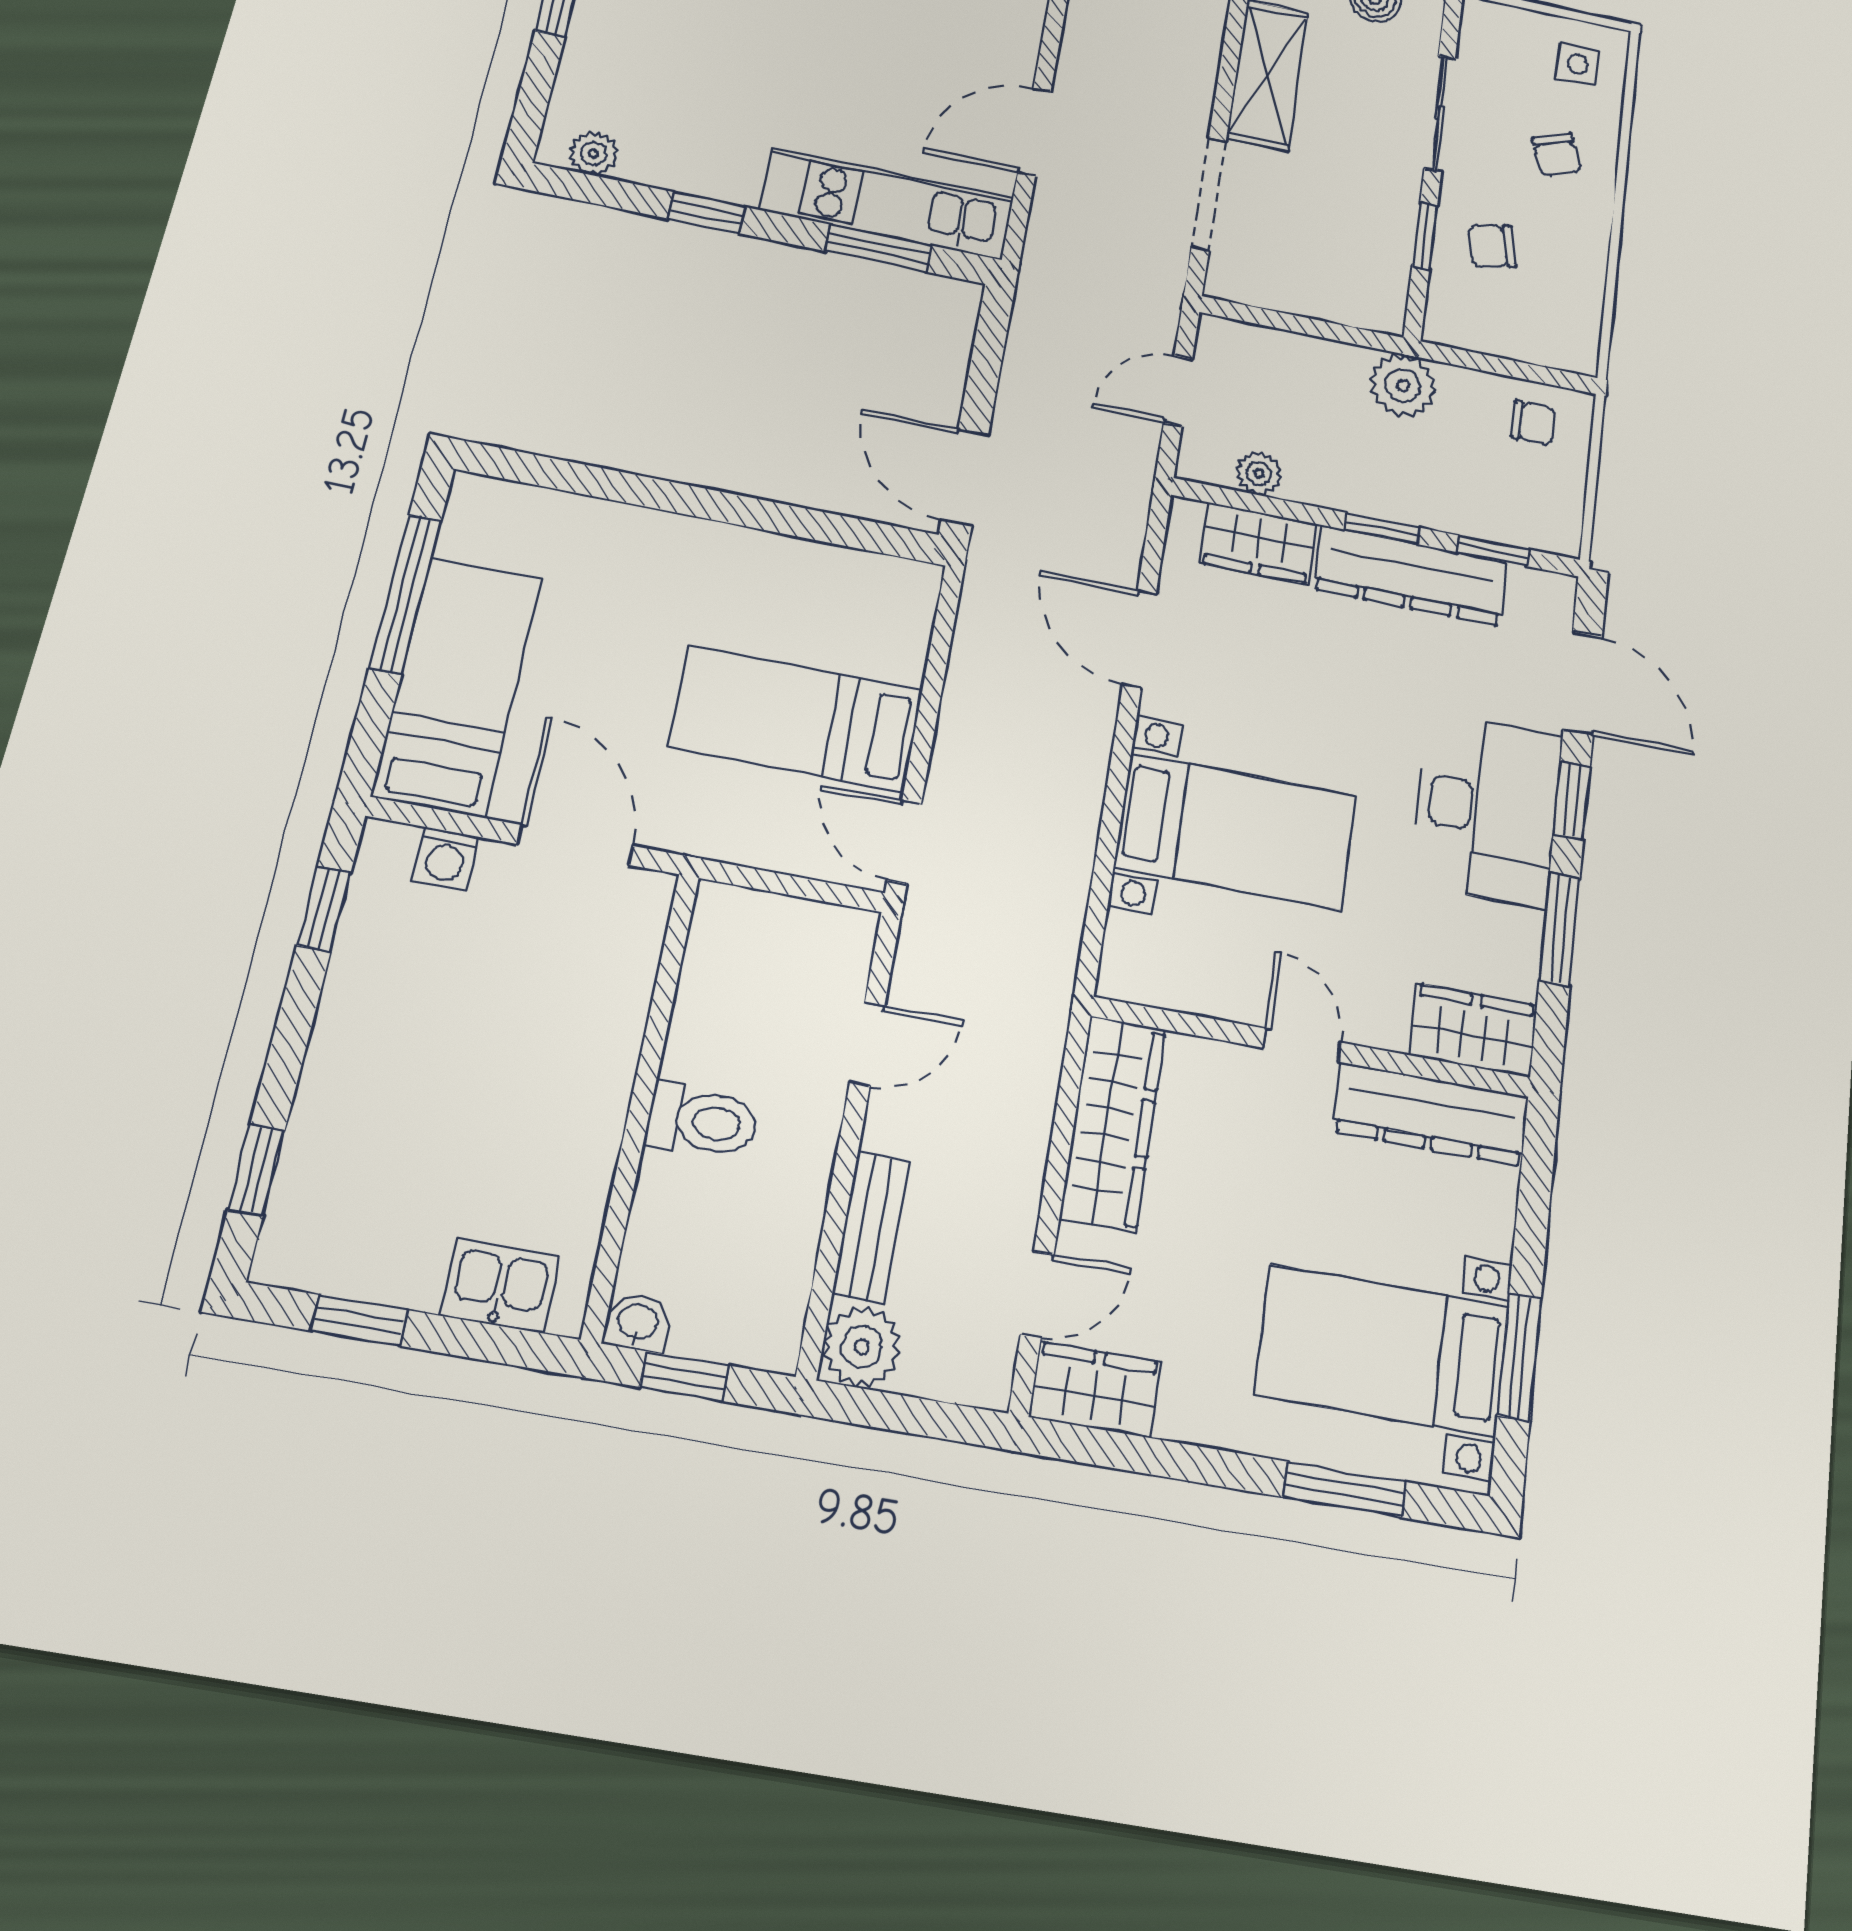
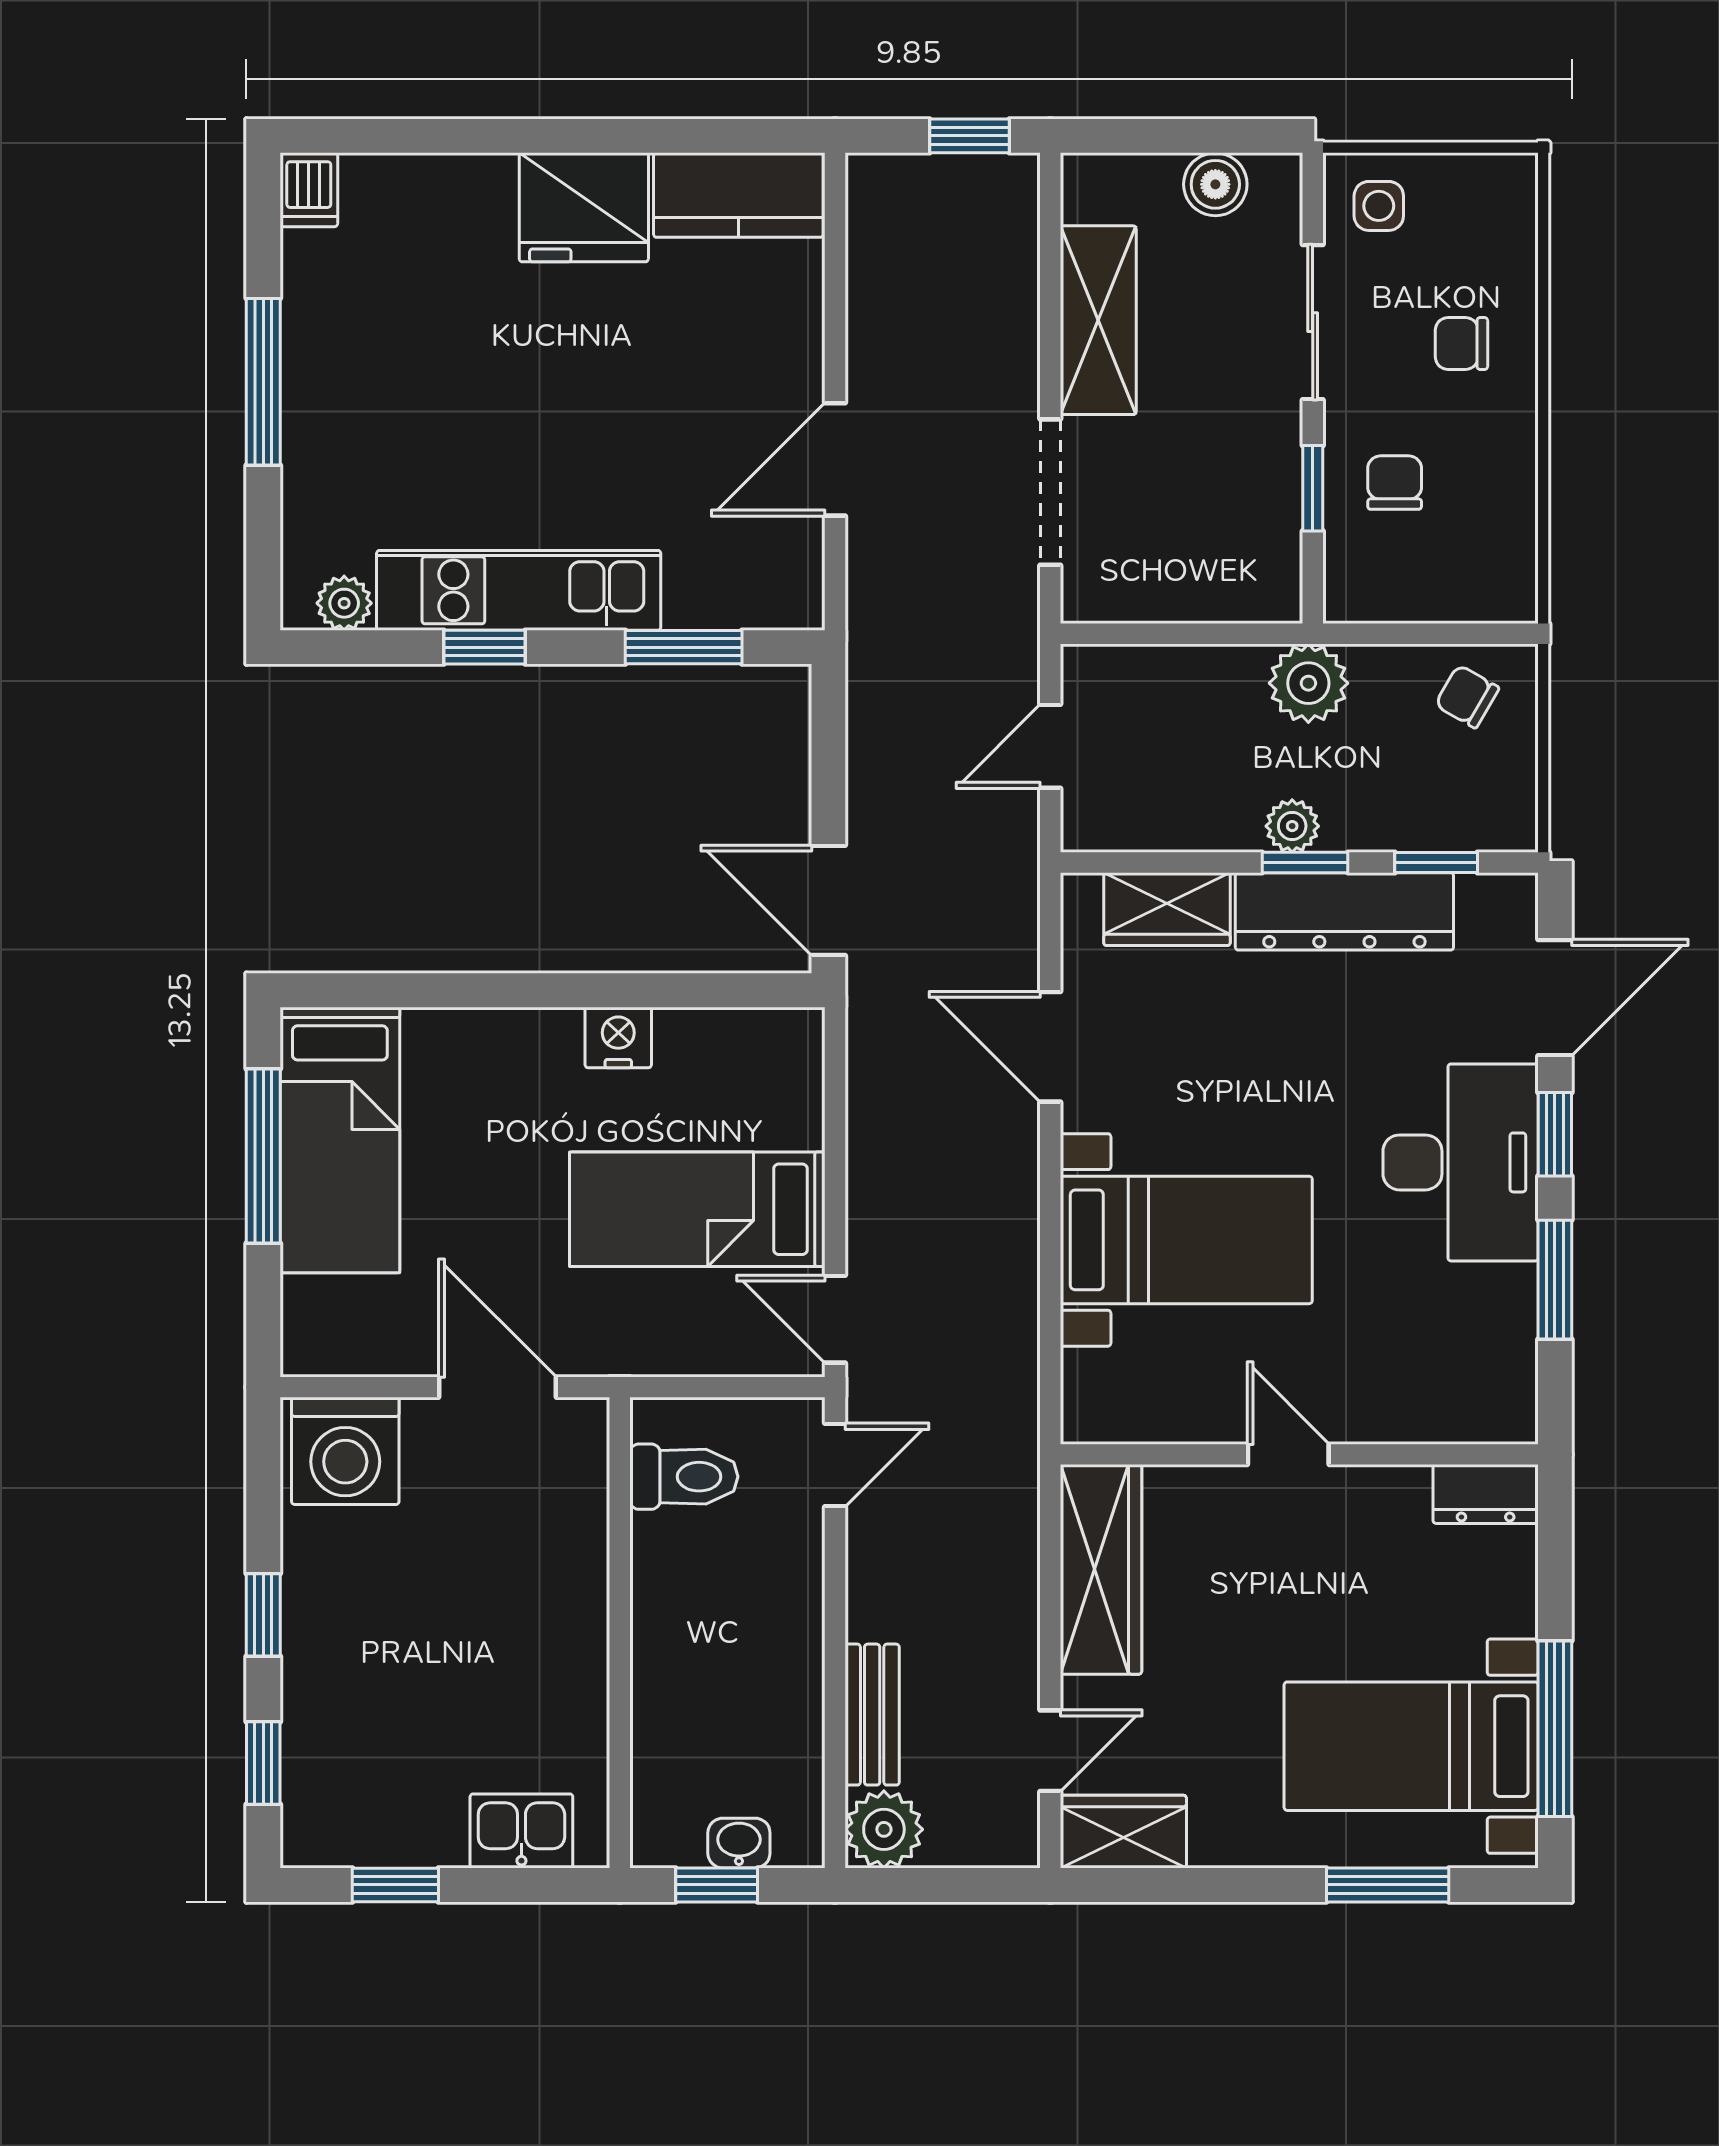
side table: (1578, 64) -> (1379, 206), moved
chair: (1557, 155) -> (1461, 343), turned 110
kitchen unit: (887, 204) -> (519, 590), moved
chair: (1492, 246) -> (1395, 483), turned 103
chair: (1533, 423) -> (1467, 696), turned -150
plant: (1259, 473) -> (1292, 826), moved
nightstand: (755, 555) -> (618, 1037), added
door: (1583, 683) -> (1555, 998), hinge flipped
bed: (457, 686) -> (340, 1140), moved, turned 180
washing machine: (445, 858) -> (345, 1451), width x1.89, depth x1.89
window: (324, 909) -> (263, 1615), moved
wardrobe: (1473, 1030) -> (1471, 1405), removed
door: (867, 1044) -> (835, 1465), moved
dresser: (1431, 1114) -> (1486, 1494), width x0.51, depth x0.80
toilet: (702, 1121) -> (684, 1477), moved
washbasin: (637, 1323) -> (739, 1843), moved
window: (1519, 1357) -> (1555, 1729), width x1.44

